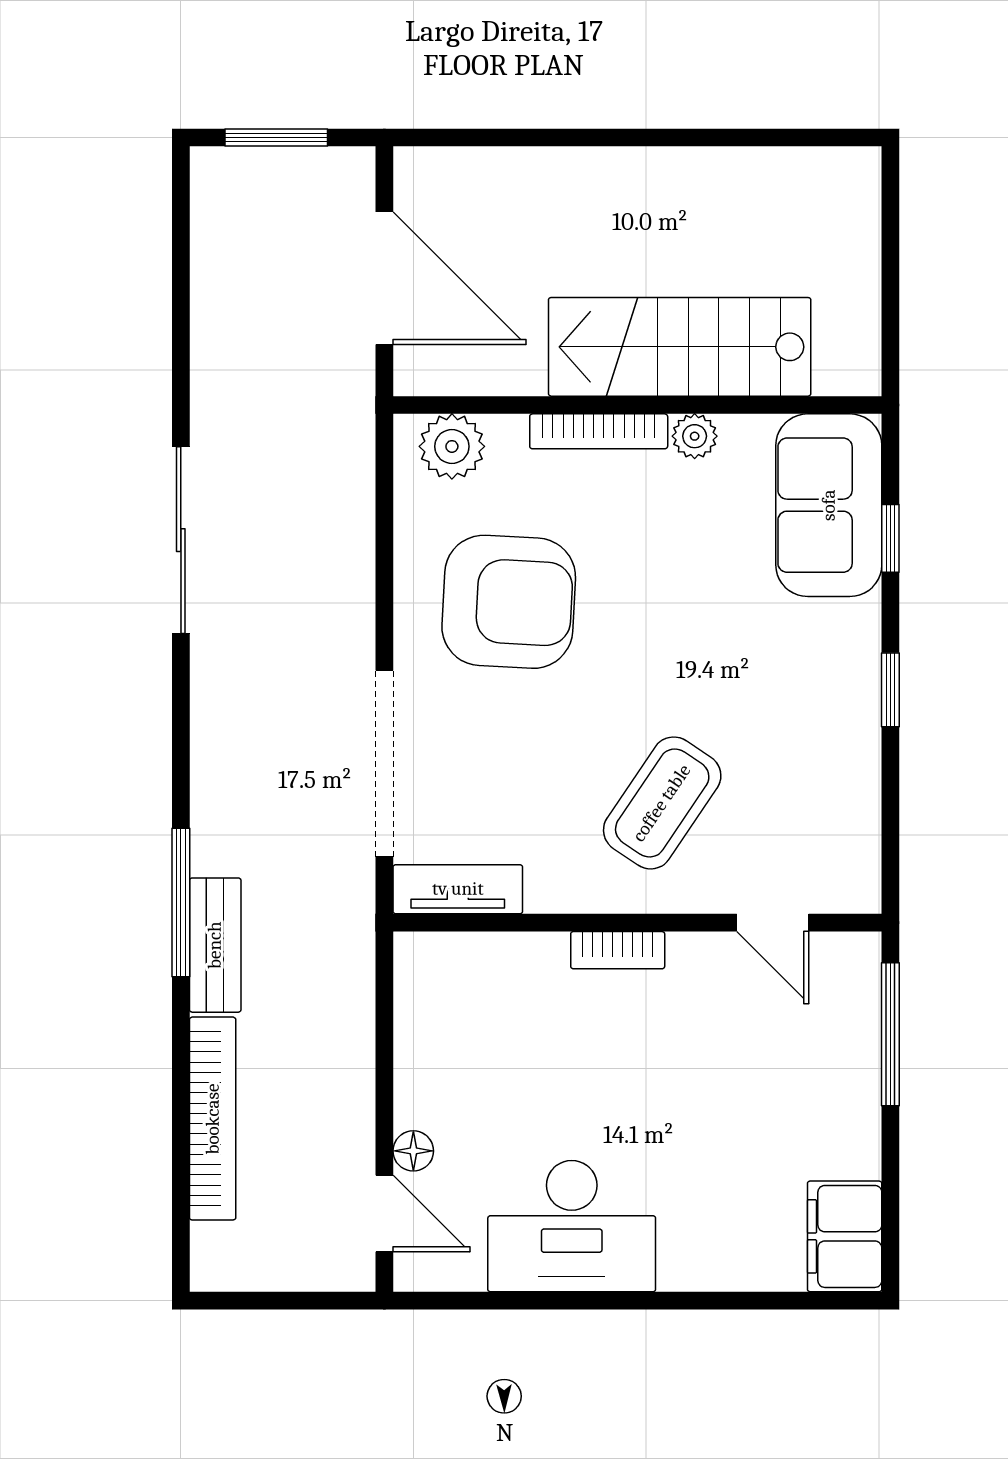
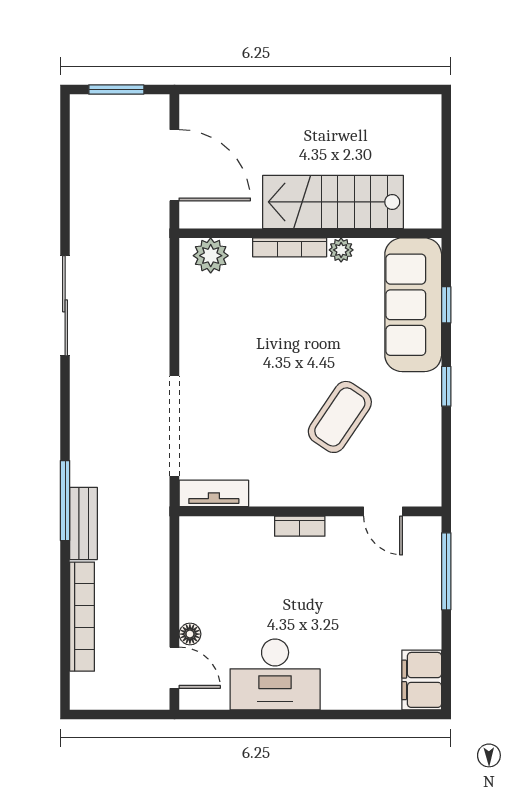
sofa: (829, 505) -> (413, 305), width x1.36
armchair: (509, 602) -> (241, 339), removed
coffee table: (662, 803) -> (340, 417), moved

